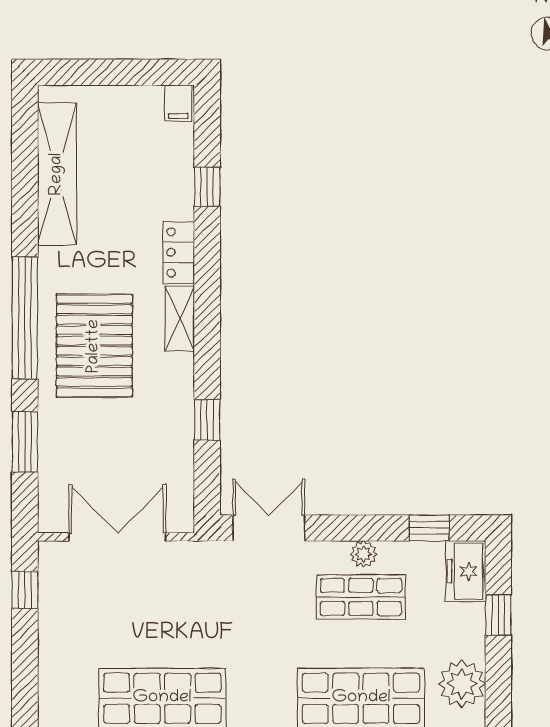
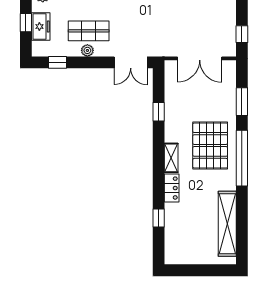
filing cabinet: (178, 103) -> (172, 256), removed
freezer: (466, 571) -> (41, 27), moved

